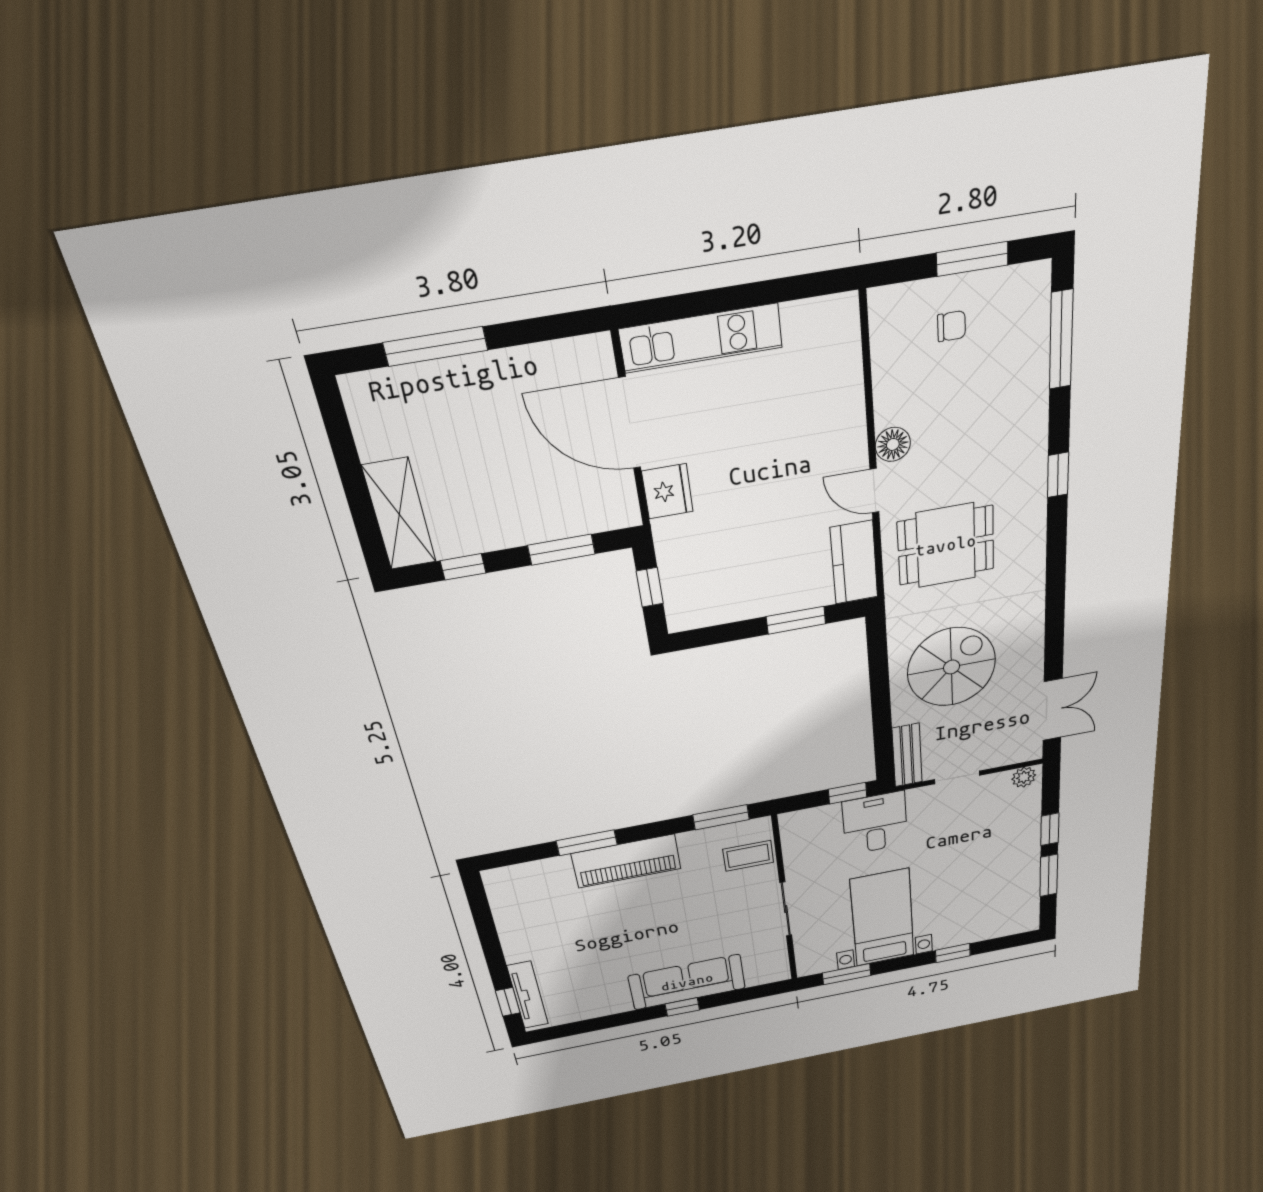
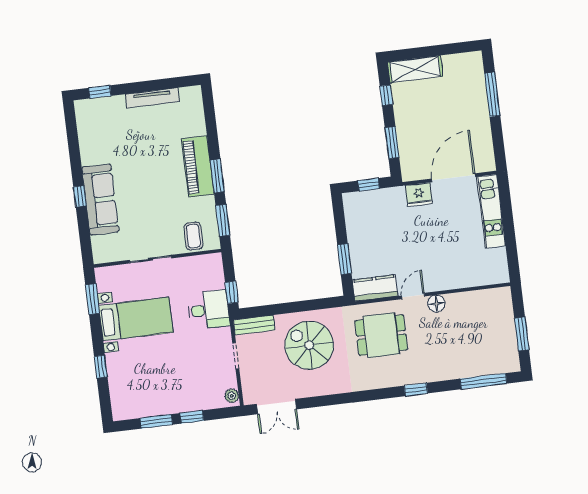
chair: (951, 326) -> (492, 327), removed
dining table: (946, 545) -> (381, 335), turned 90
spiral stairs: (952, 667) -> (309, 345), turned 180
window: (587, 843) -> (217, 176), moved
tv unit: (528, 995) -> (152, 98), moved

